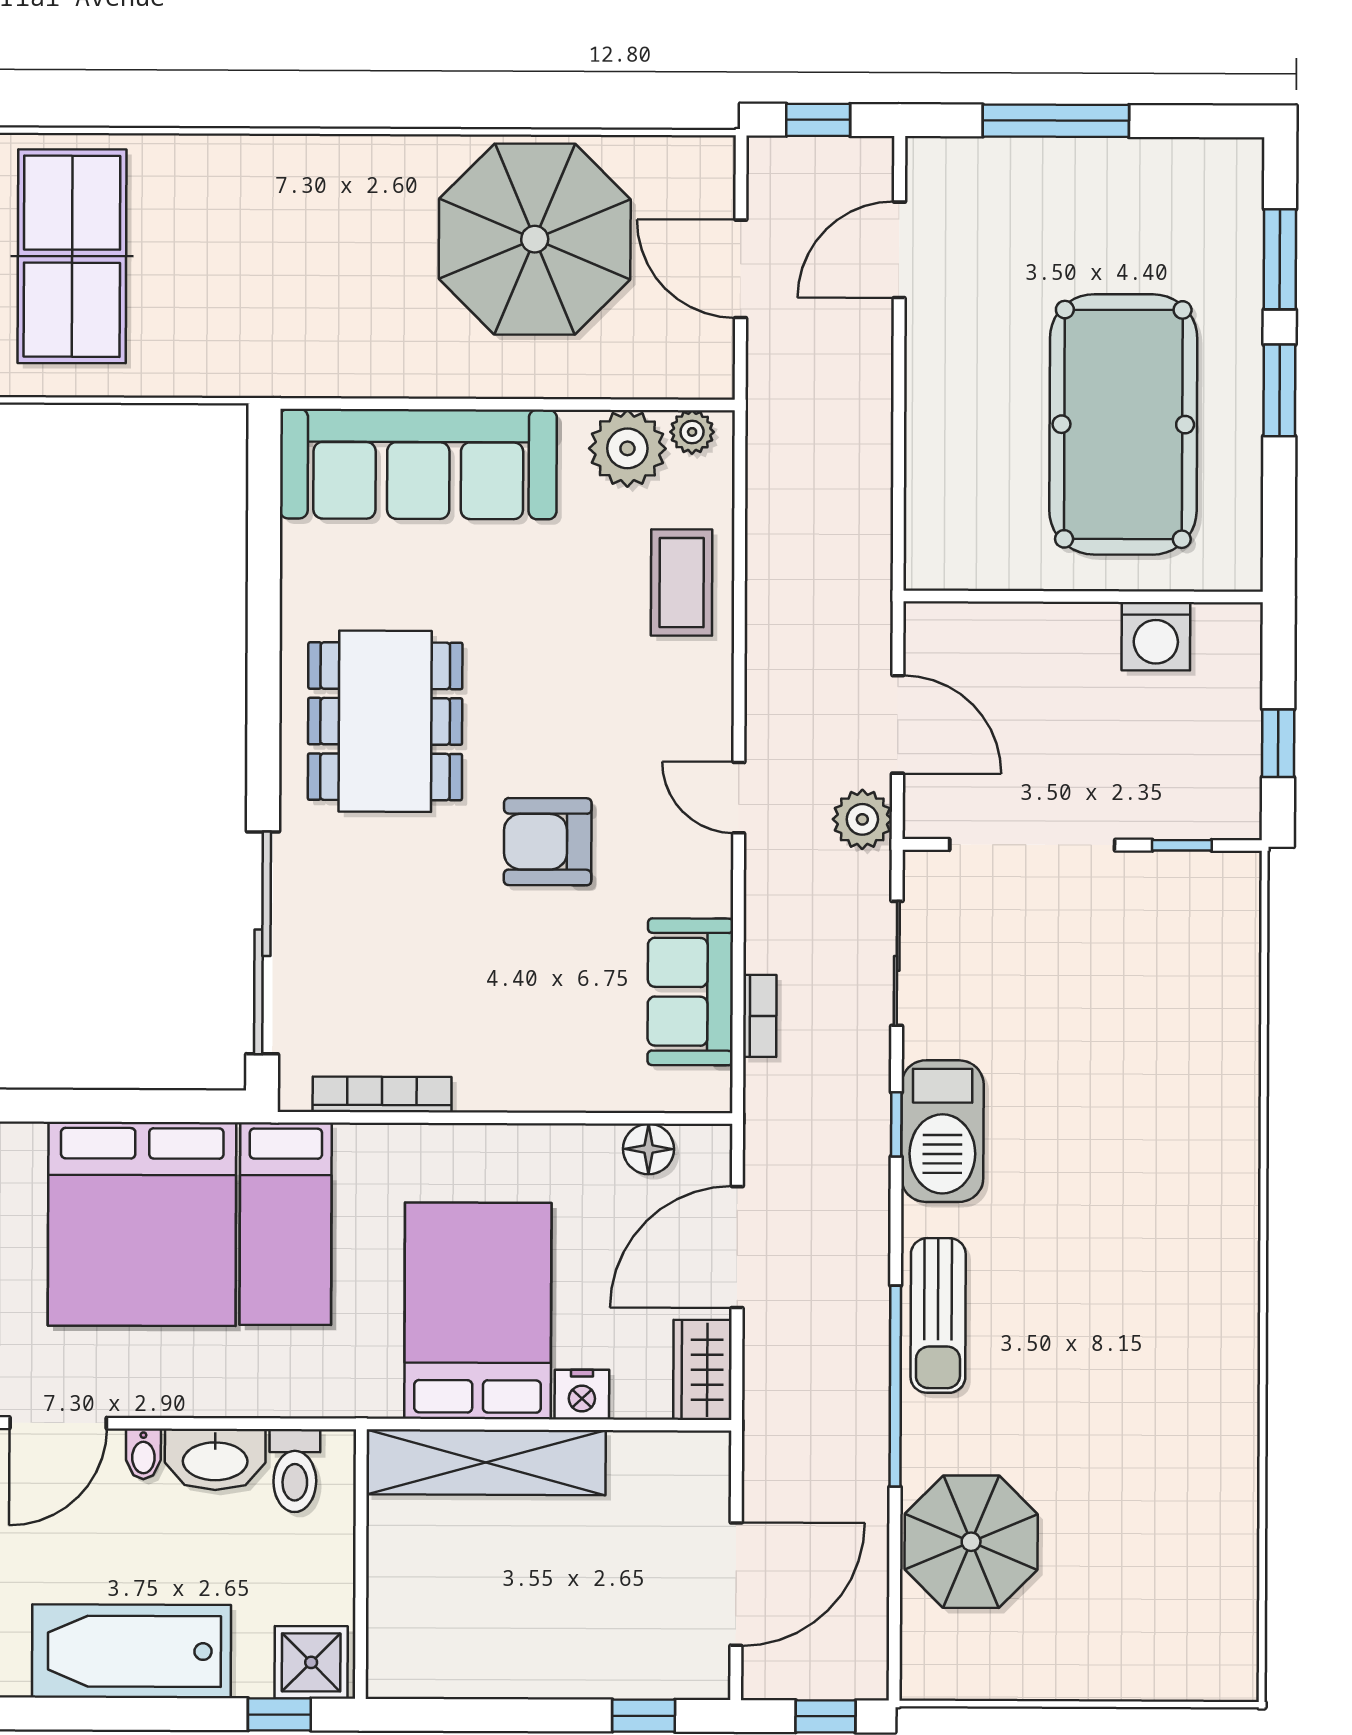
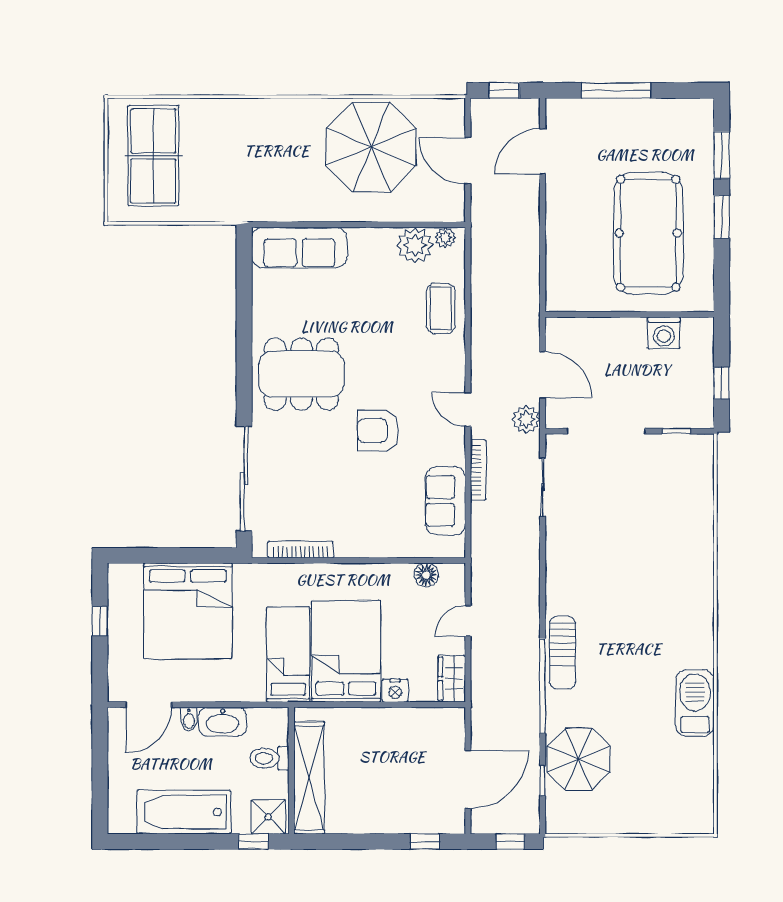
sofa: (418, 464) -> (299, 248), width x0.74, depth x0.79
dining table: (385, 721) -> (301, 374), turned 90
bookcase: (760, 1016) -> (478, 470), moved, width x1.56
window: (896, 1124) -> (543, 781), moved
barbecue: (942, 1131) -> (695, 703), moved, turned 180
bed: (286, 1224) -> (288, 655), moved, turned 180
door: (737, 1247) -> (468, 621), width x0.53
shelving: (486, 1462) -> (309, 778), moved, turned 90
toilet: (295, 1471) -> (269, 758), moved, turned 90

